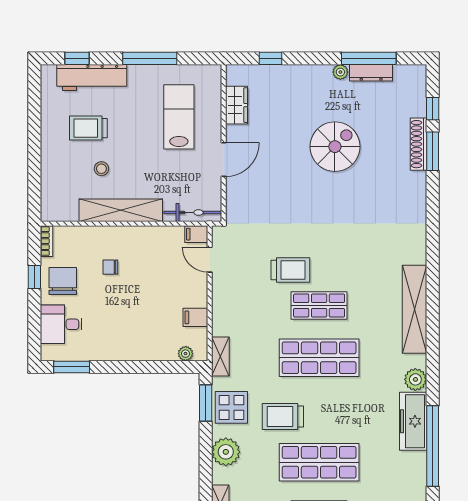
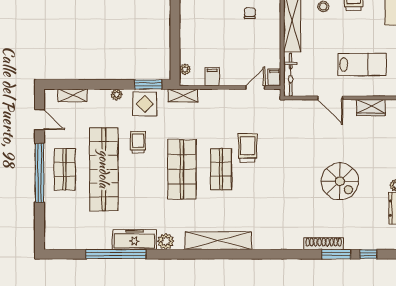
shoe rack: (418, 144) -> (324, 244), moved
trolley: (290, 270) -> (248, 148), turned 180
trolley: (283, 417) -> (138, 142), width x0.73, depth x0.72
plant: (226, 452) -> (117, 95), width x0.53, depth x0.53
shop shelf: (319, 462) -> (104, 169), width x1.40

